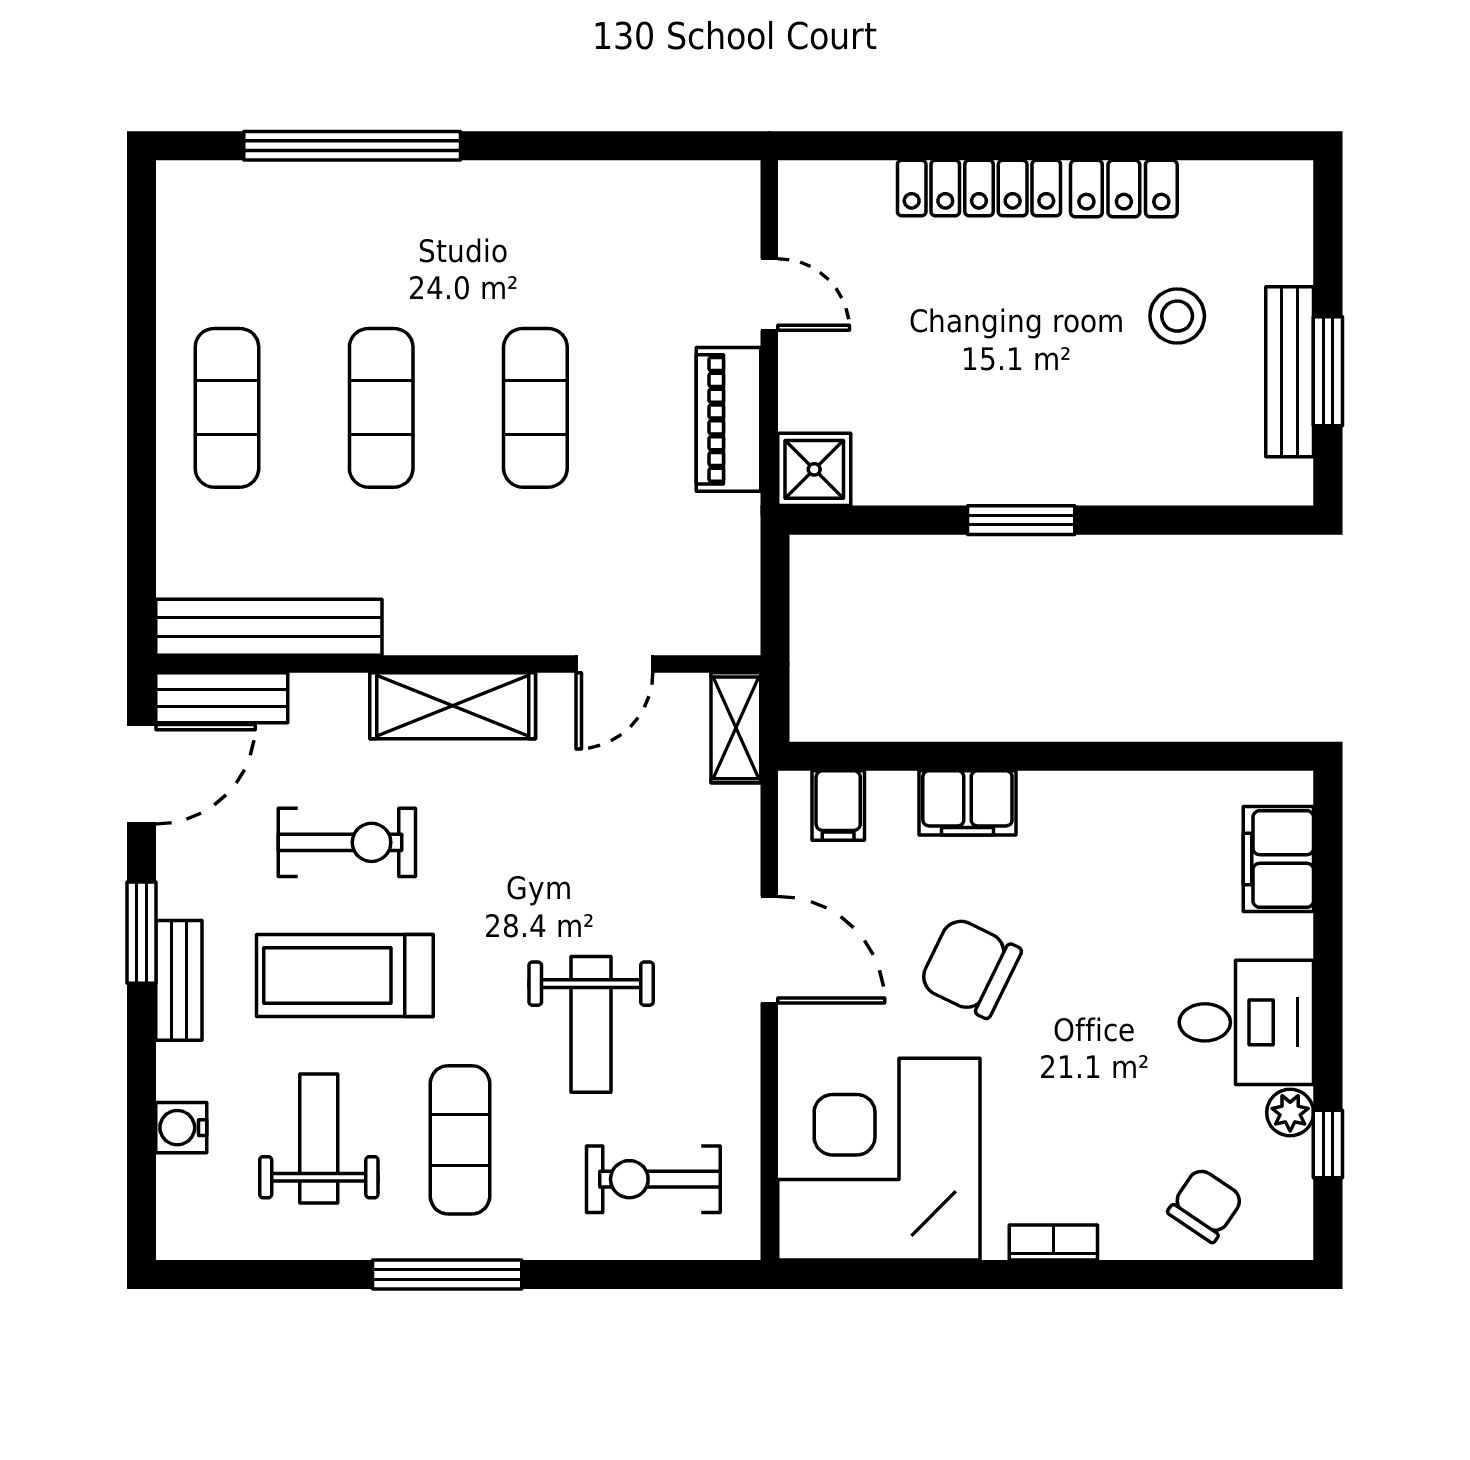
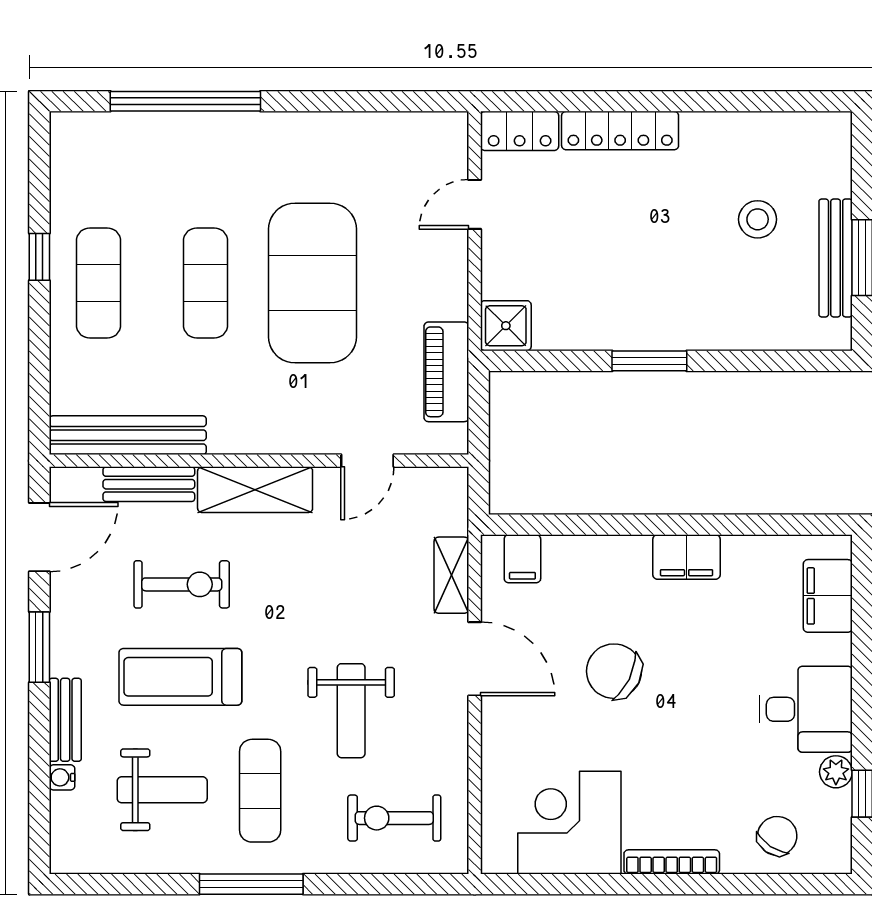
locker: (1124, 189) -> (520, 131), moved
door: (769, 294) -> (475, 204), swing flipped
window: (142, 370) -> (39, 257), added
exercise mat: (535, 408) -> (312, 283), width x2.00, depth x1.45
piano: (728, 419) -> (446, 372), moved
bench: (222, 698) -> (149, 484), moved
shelving: (736, 728) -> (451, 575), moved
filing cabinet: (967, 803) -> (687, 557), moved
bench: (179, 980) -> (65, 720), moved
water cooler: (181, 1128) -> (62, 777), width x0.72, depth x0.72
weight bench: (319, 1138) -> (162, 790), turned 90
corner desk: (879, 1159) -> (569, 823), width x0.74, depth x0.74
bookcase: (1053, 1242) -> (672, 862), width x1.56

